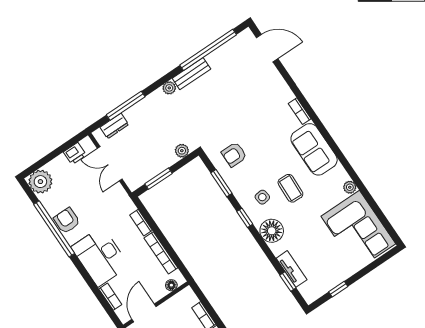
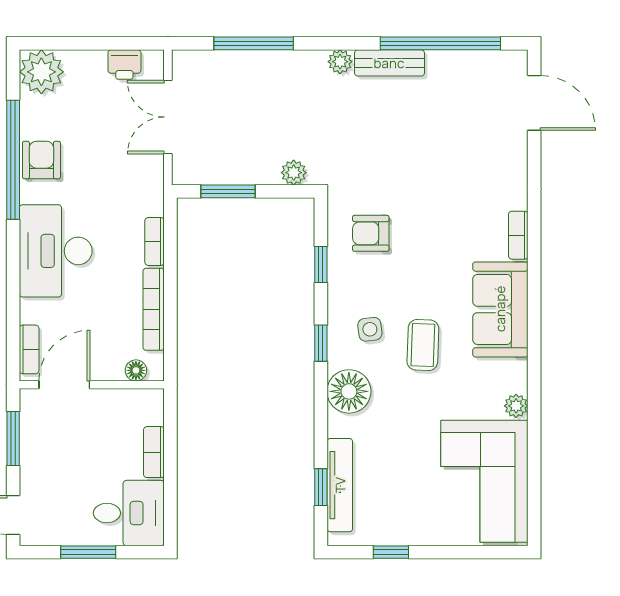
dresser: (114, 126) -> (215, 63), removed
window: (221, 183) -> (321, 264), width x0.67
tv unit: (292, 269) -> (340, 485), width x1.41
bookcase: (110, 297) -> (29, 349), moved

